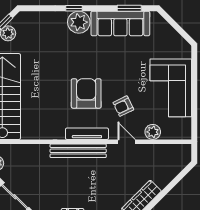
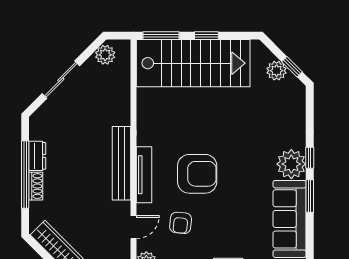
window: (129, 8) -> (310, 196), moved
armchair: (123, 106) -> (181, 223), turned -148

